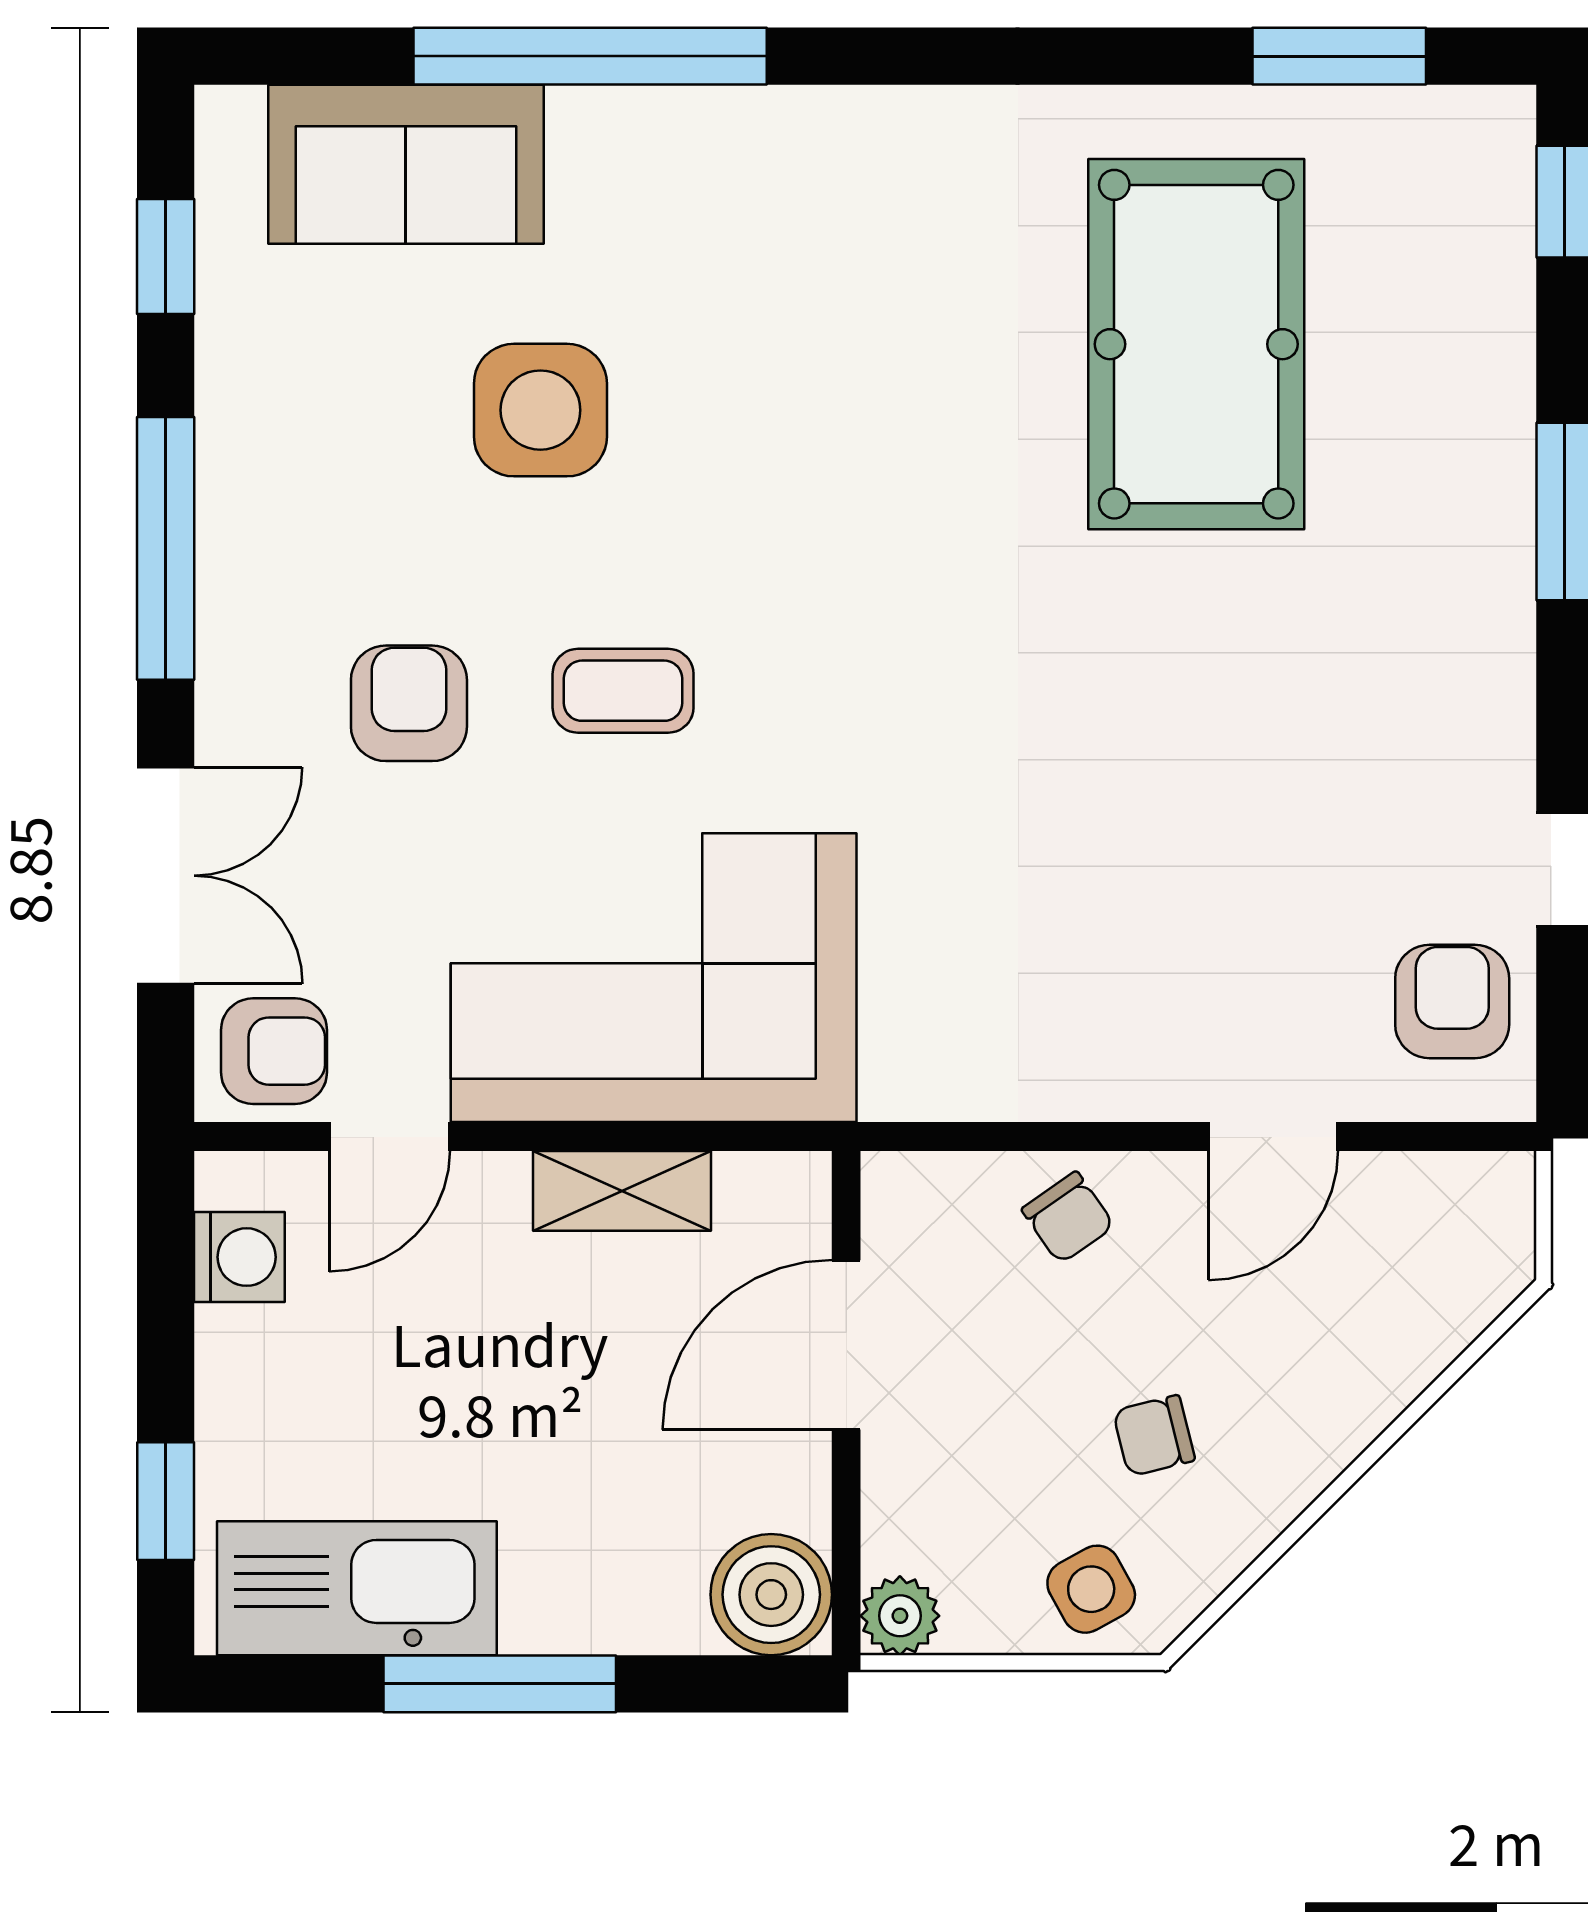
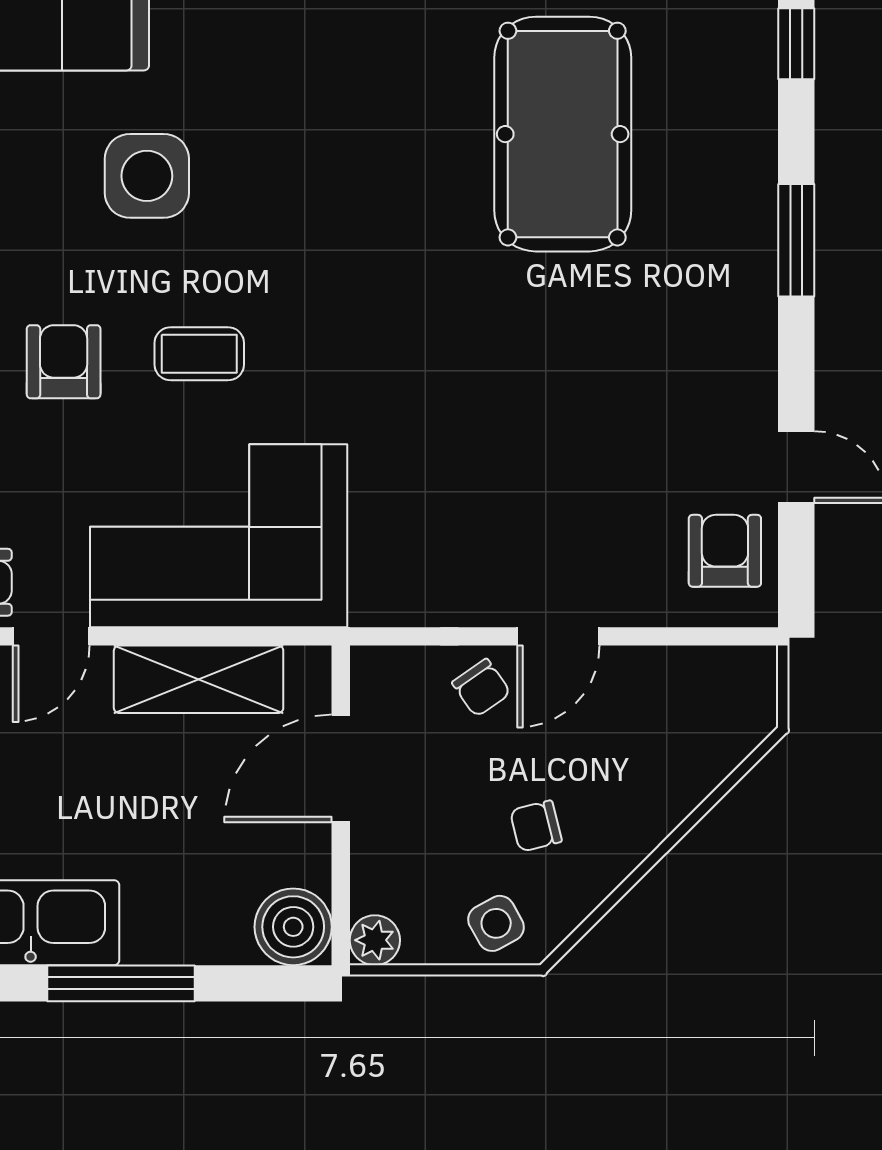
door: (1273, 1137) -> (558, 636), moved
shelving: (622, 1191) -> (199, 679), width x1.50, depth x1.33

